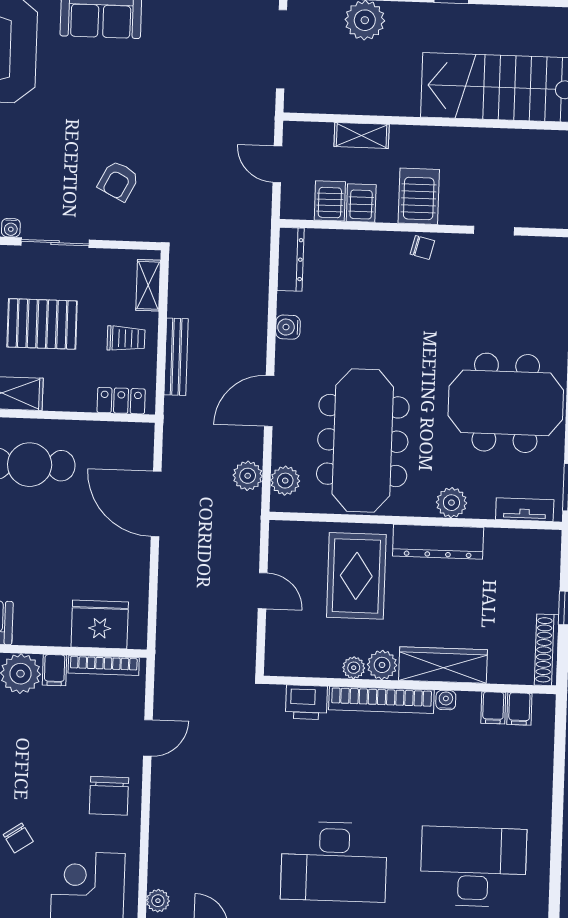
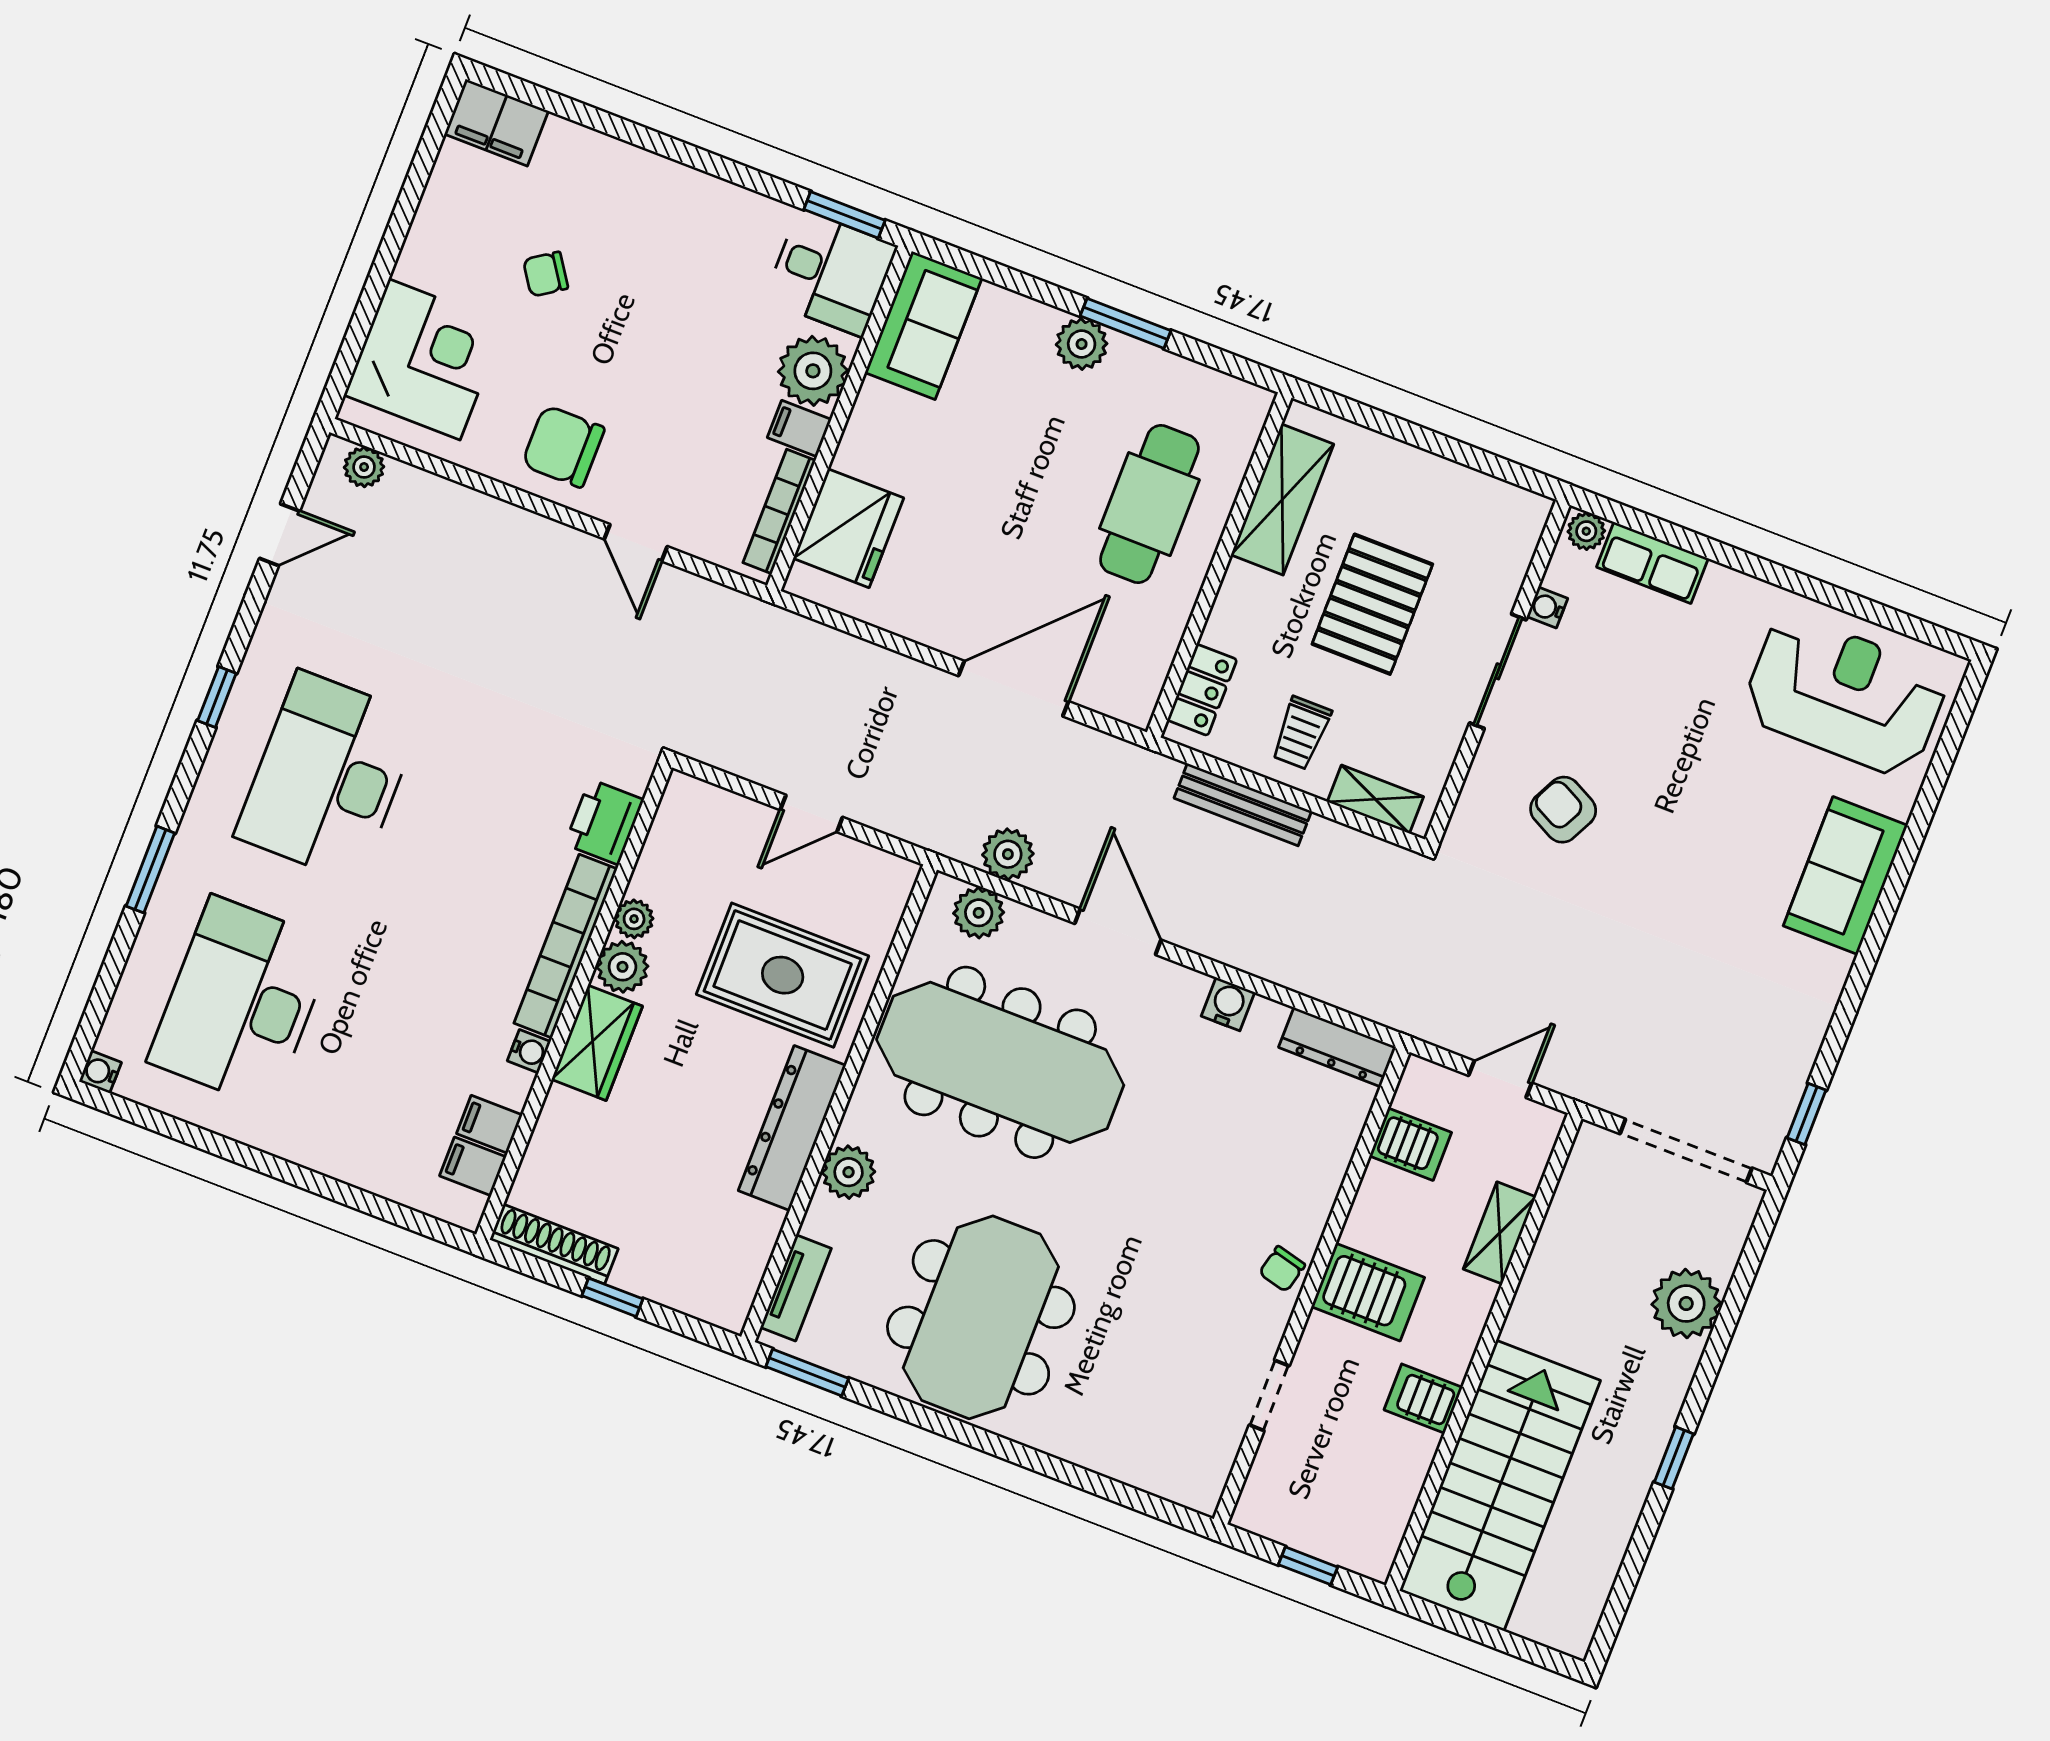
server rack: (361, 203) -> (1423, 1399), moved, turned 180
wardrobe: (443, 665) -> (597, 1043), width x0.67
desk: (473, 867) -> (241, 1002), turned 180

